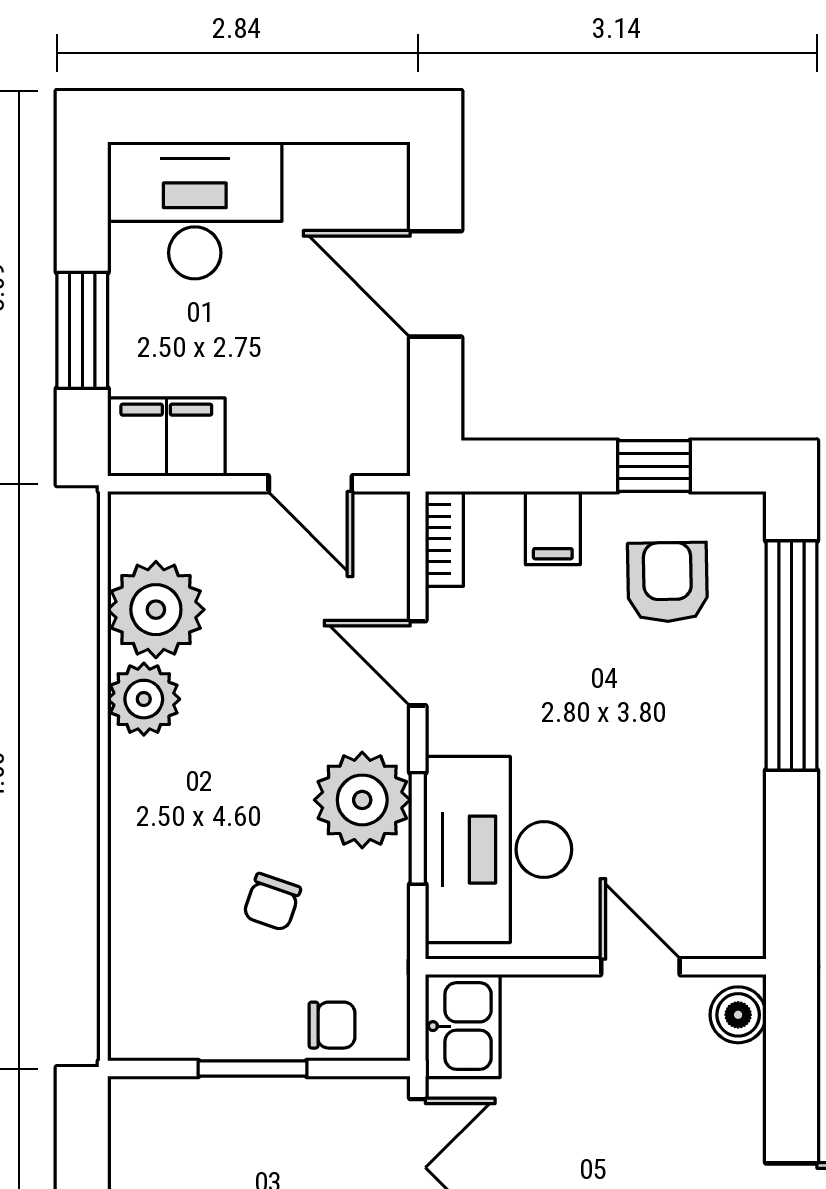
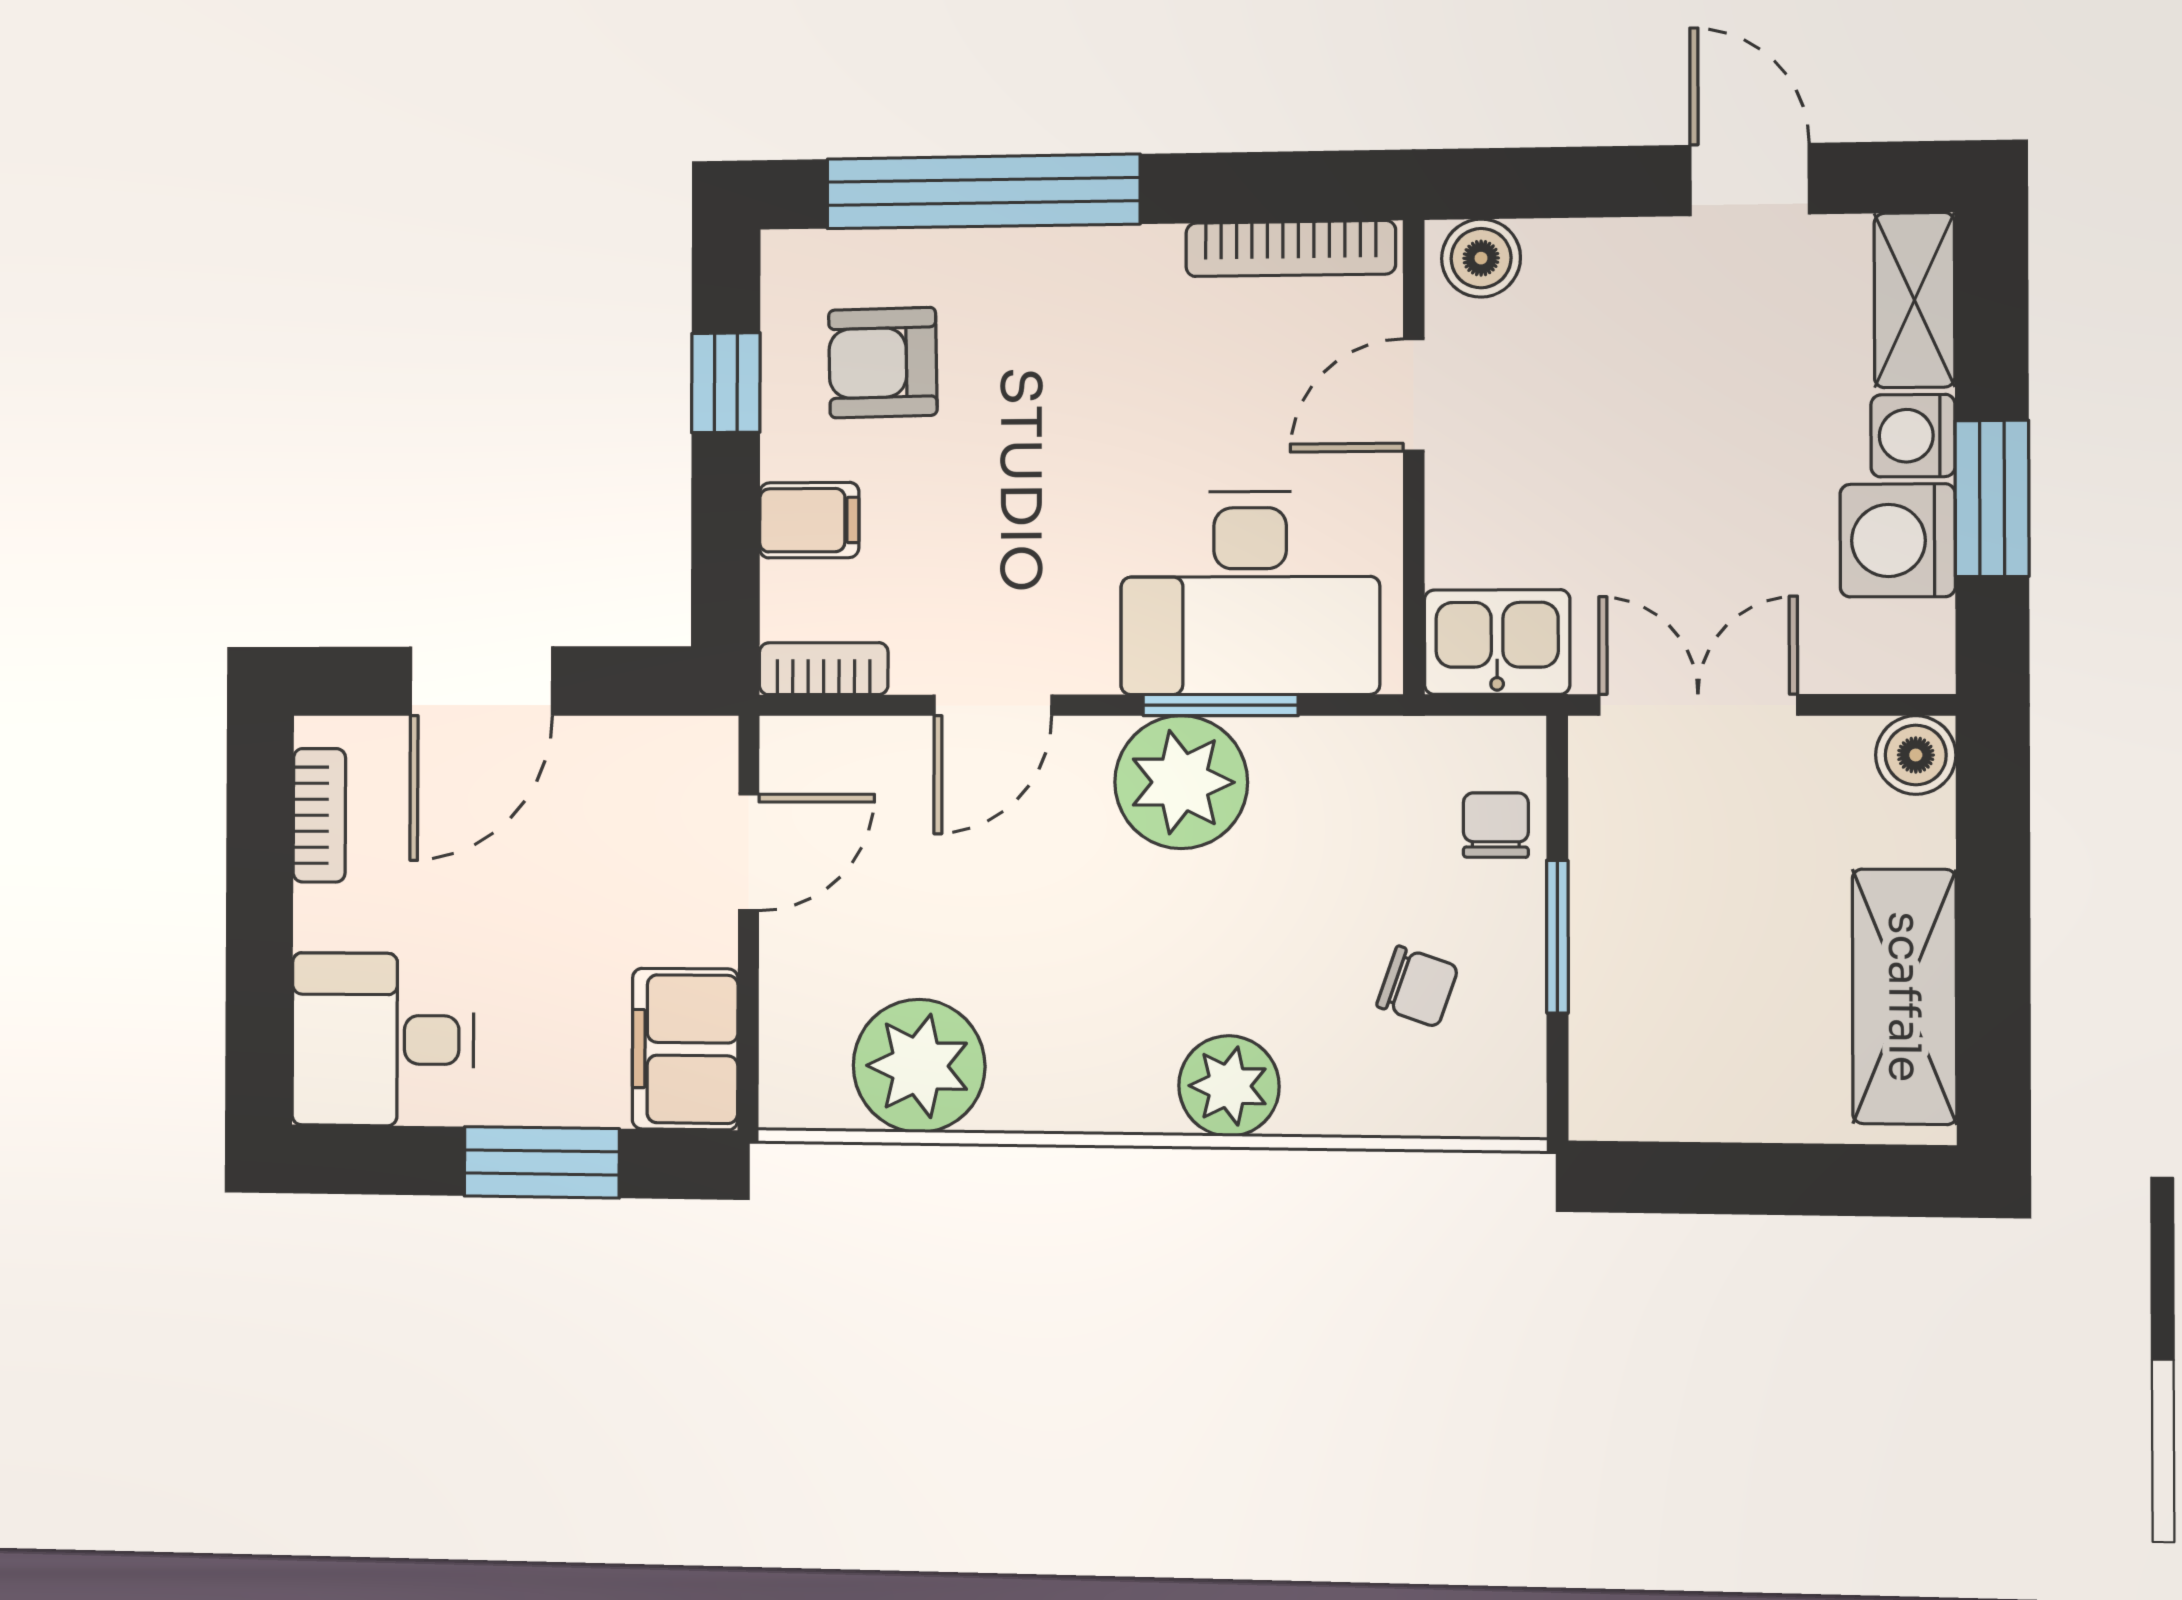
bookcase: (336, 162) -> (319, 815), added
desk: (195, 210) -> (383, 1039), width x0.73
plant: (144, 699) -> (1229, 1086), moved
bookcase: (747, 879) -> (1291, 249), added
chair: (272, 902) -> (1417, 987), moved

